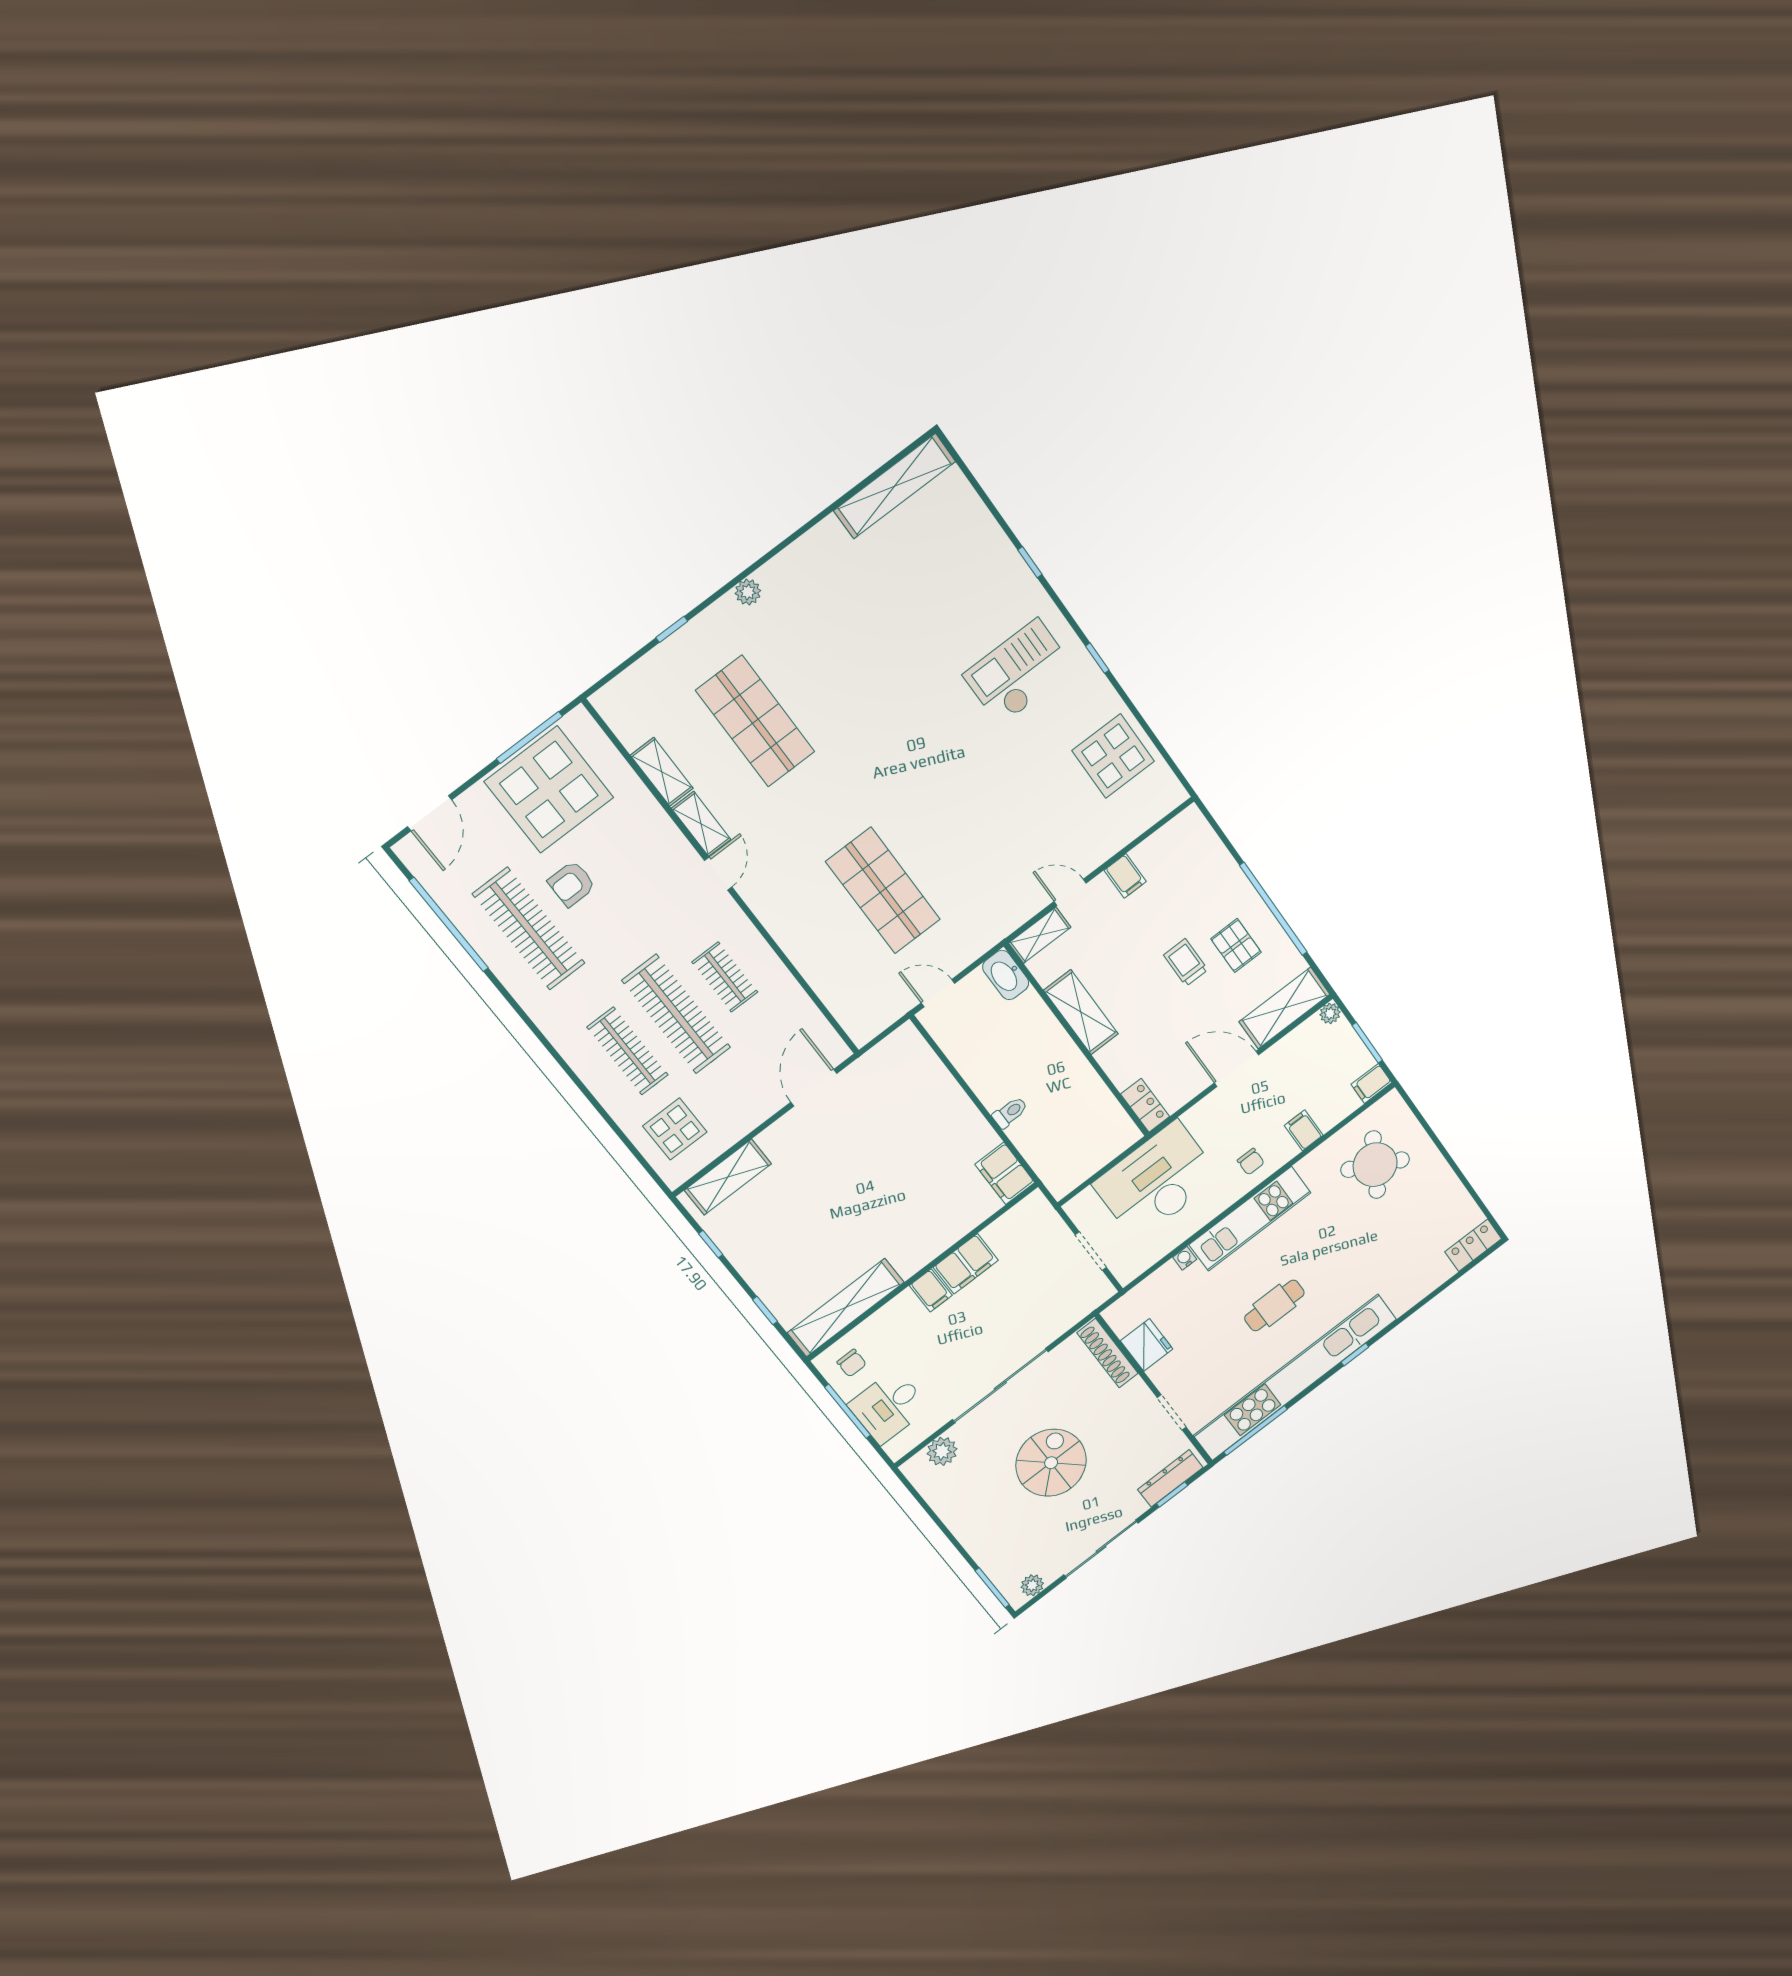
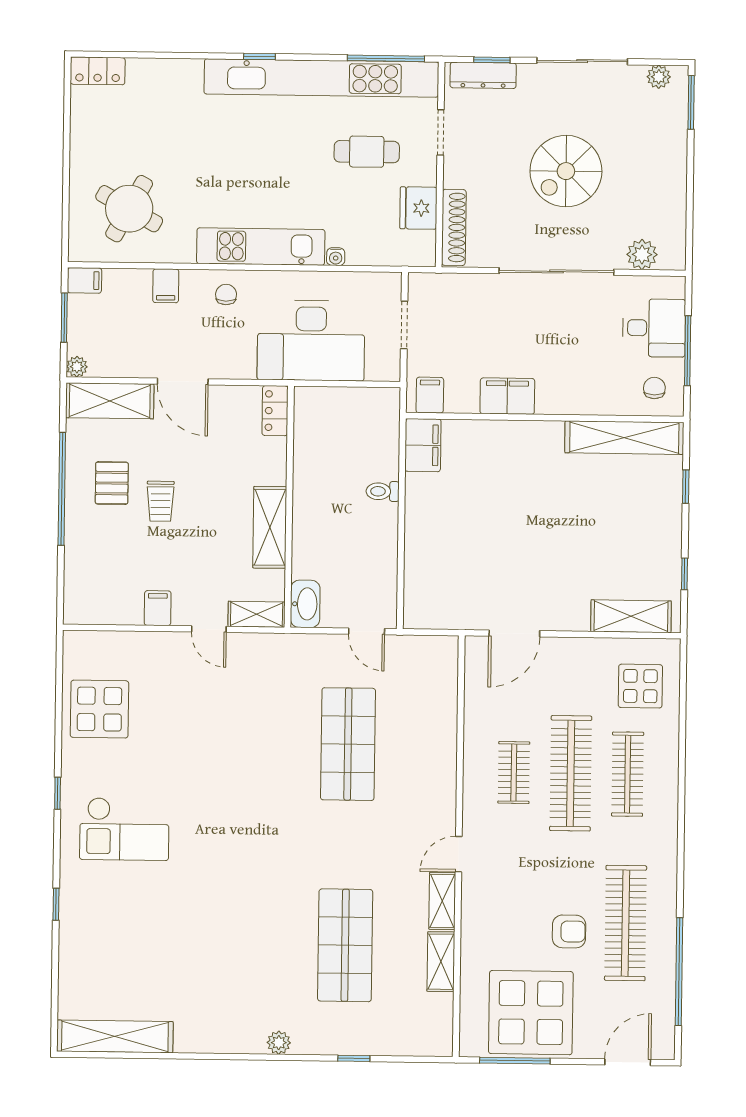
filing cabinet: (931, 1290) -> (430, 395), moved
cafe table: (1274, 1305) -> (367, 152), moved

